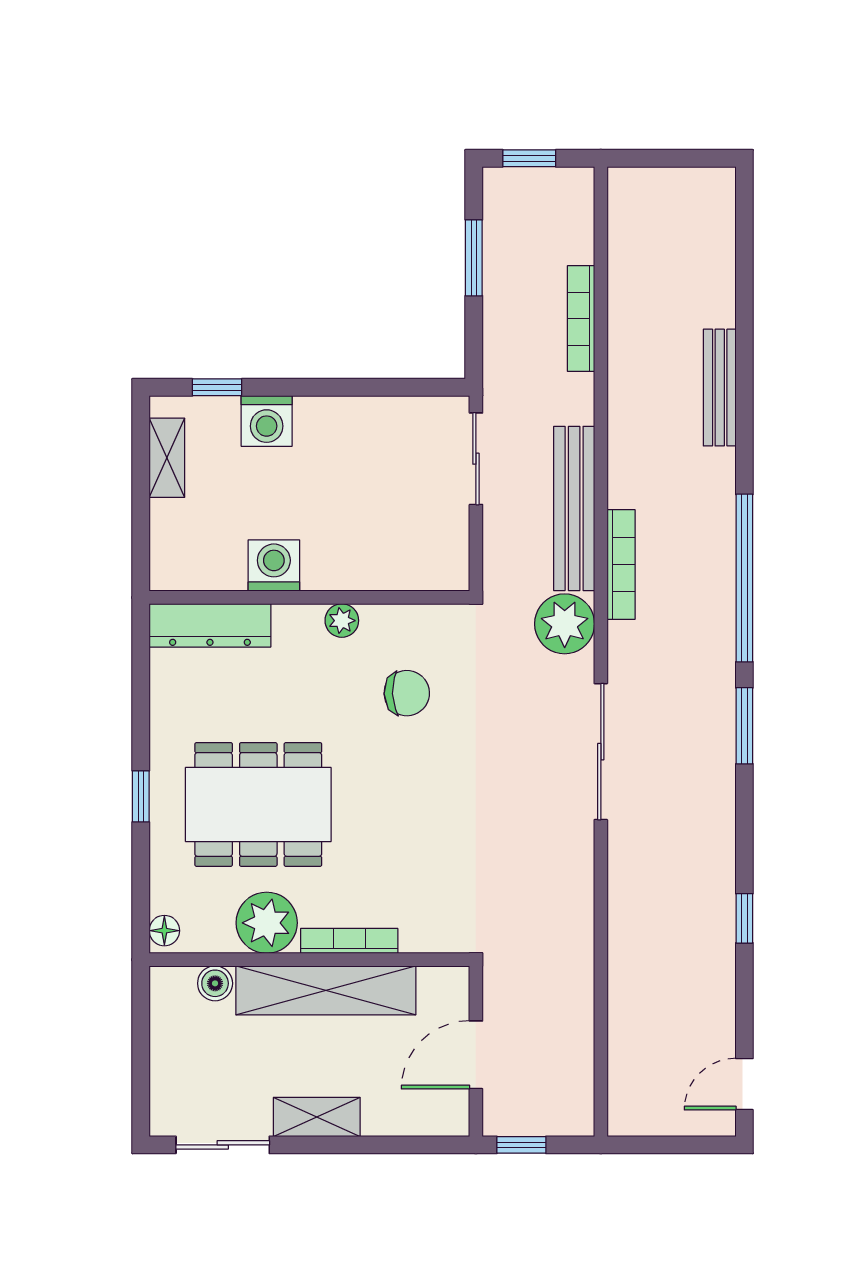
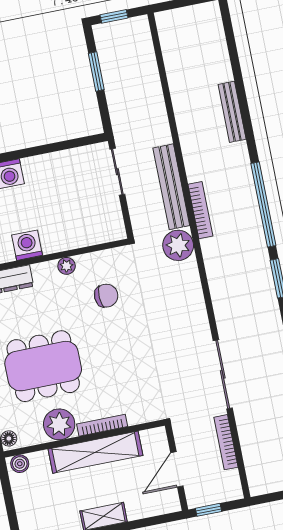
bookcase: (581, 319) -> (226, 442), moved
sliding door: (601, 752) -> (223, 374), moved
boiler: (215, 983) -> (20, 464), moved

